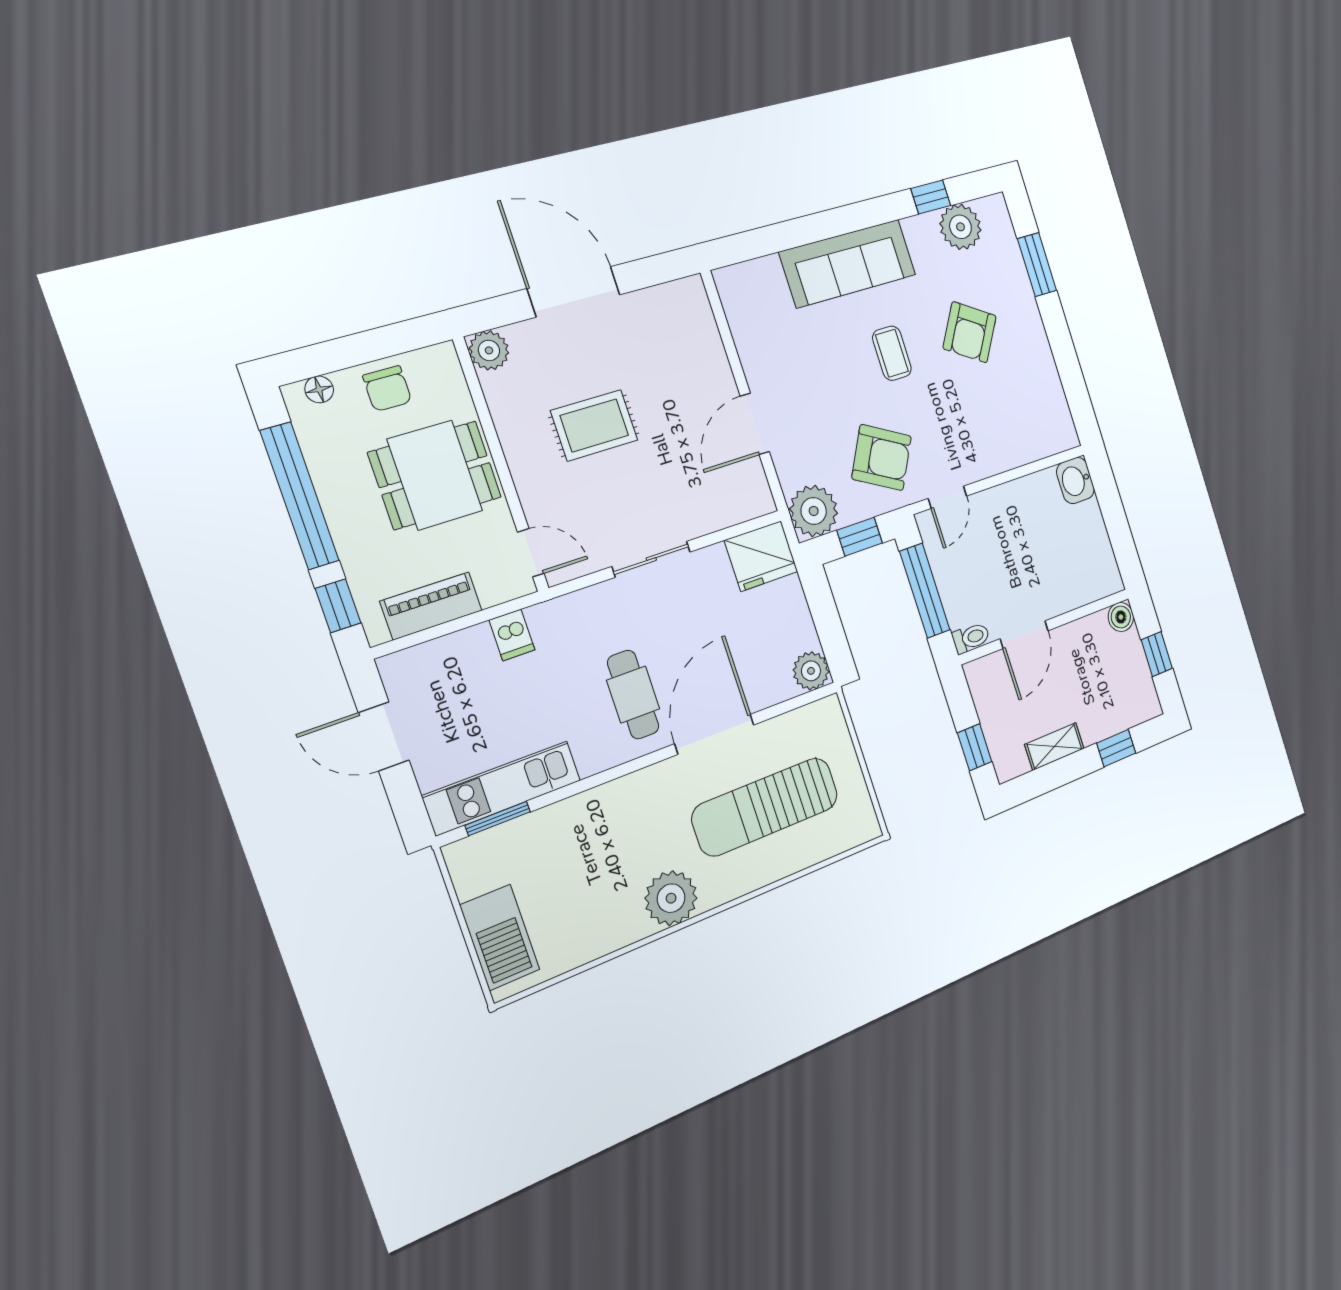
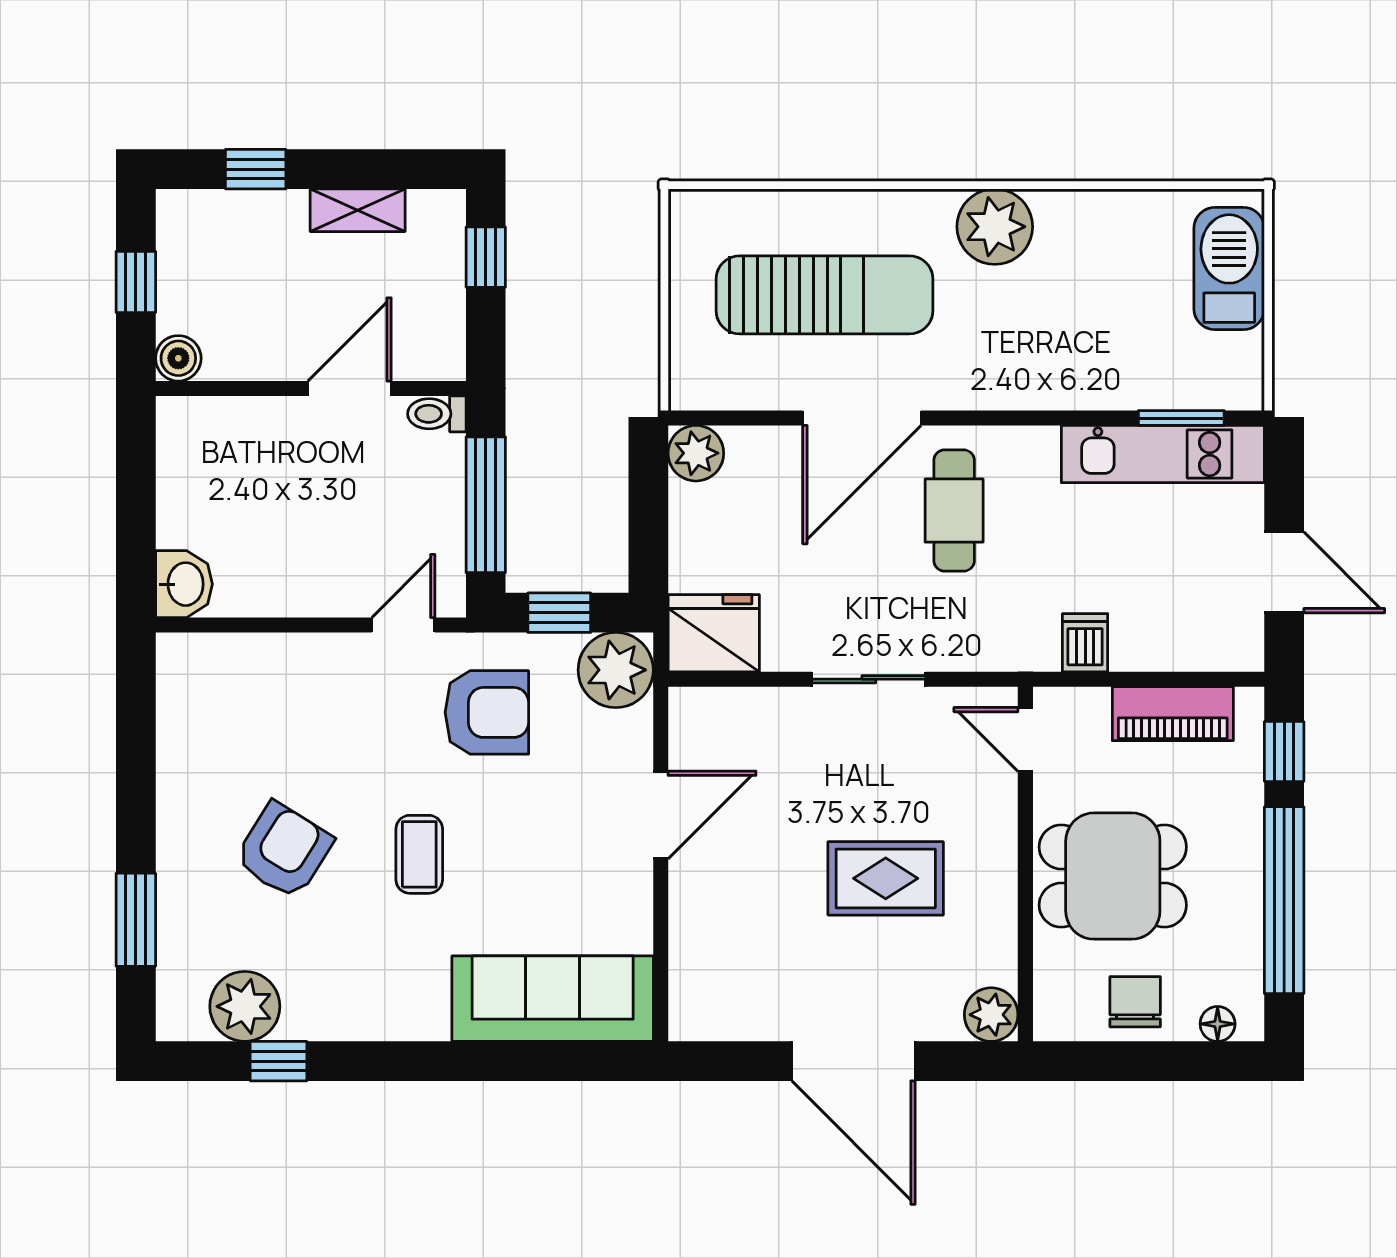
sofa: (848, 263) -> (553, 999), moved
armchair: (882, 458) -> (487, 712), turned 151

